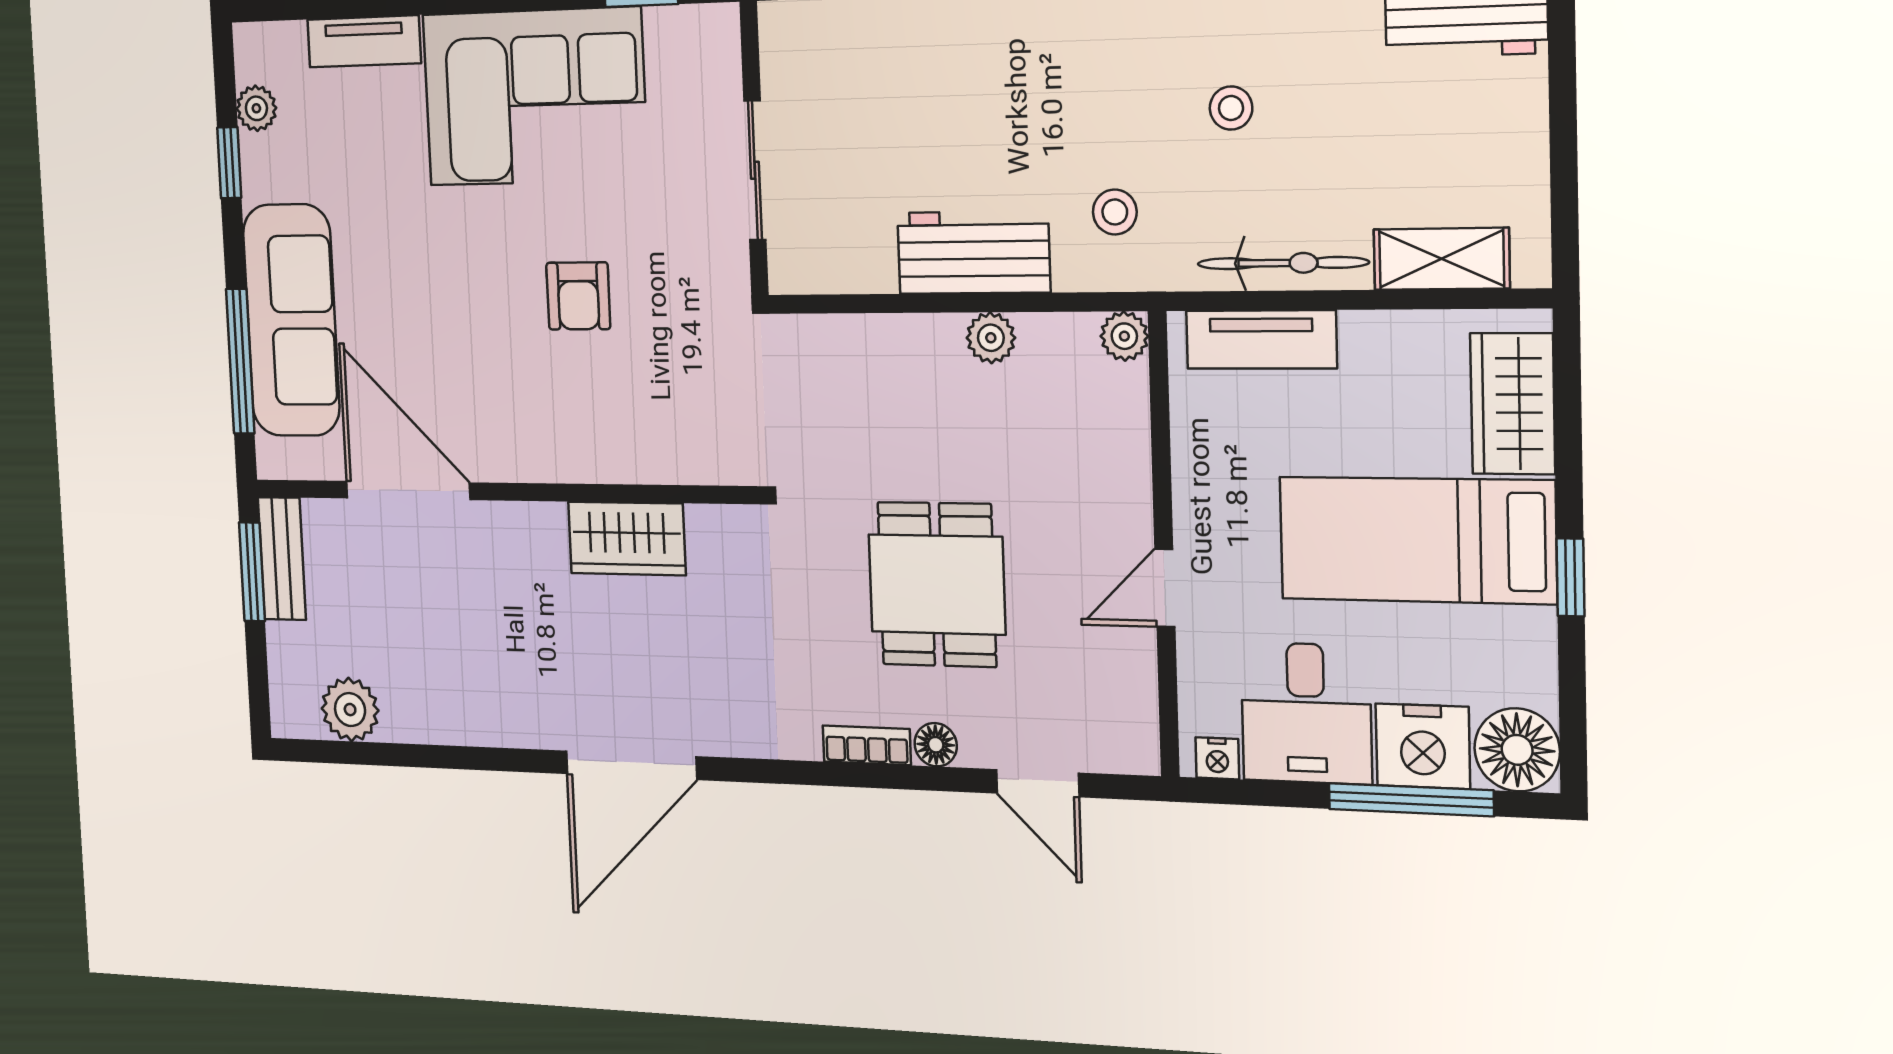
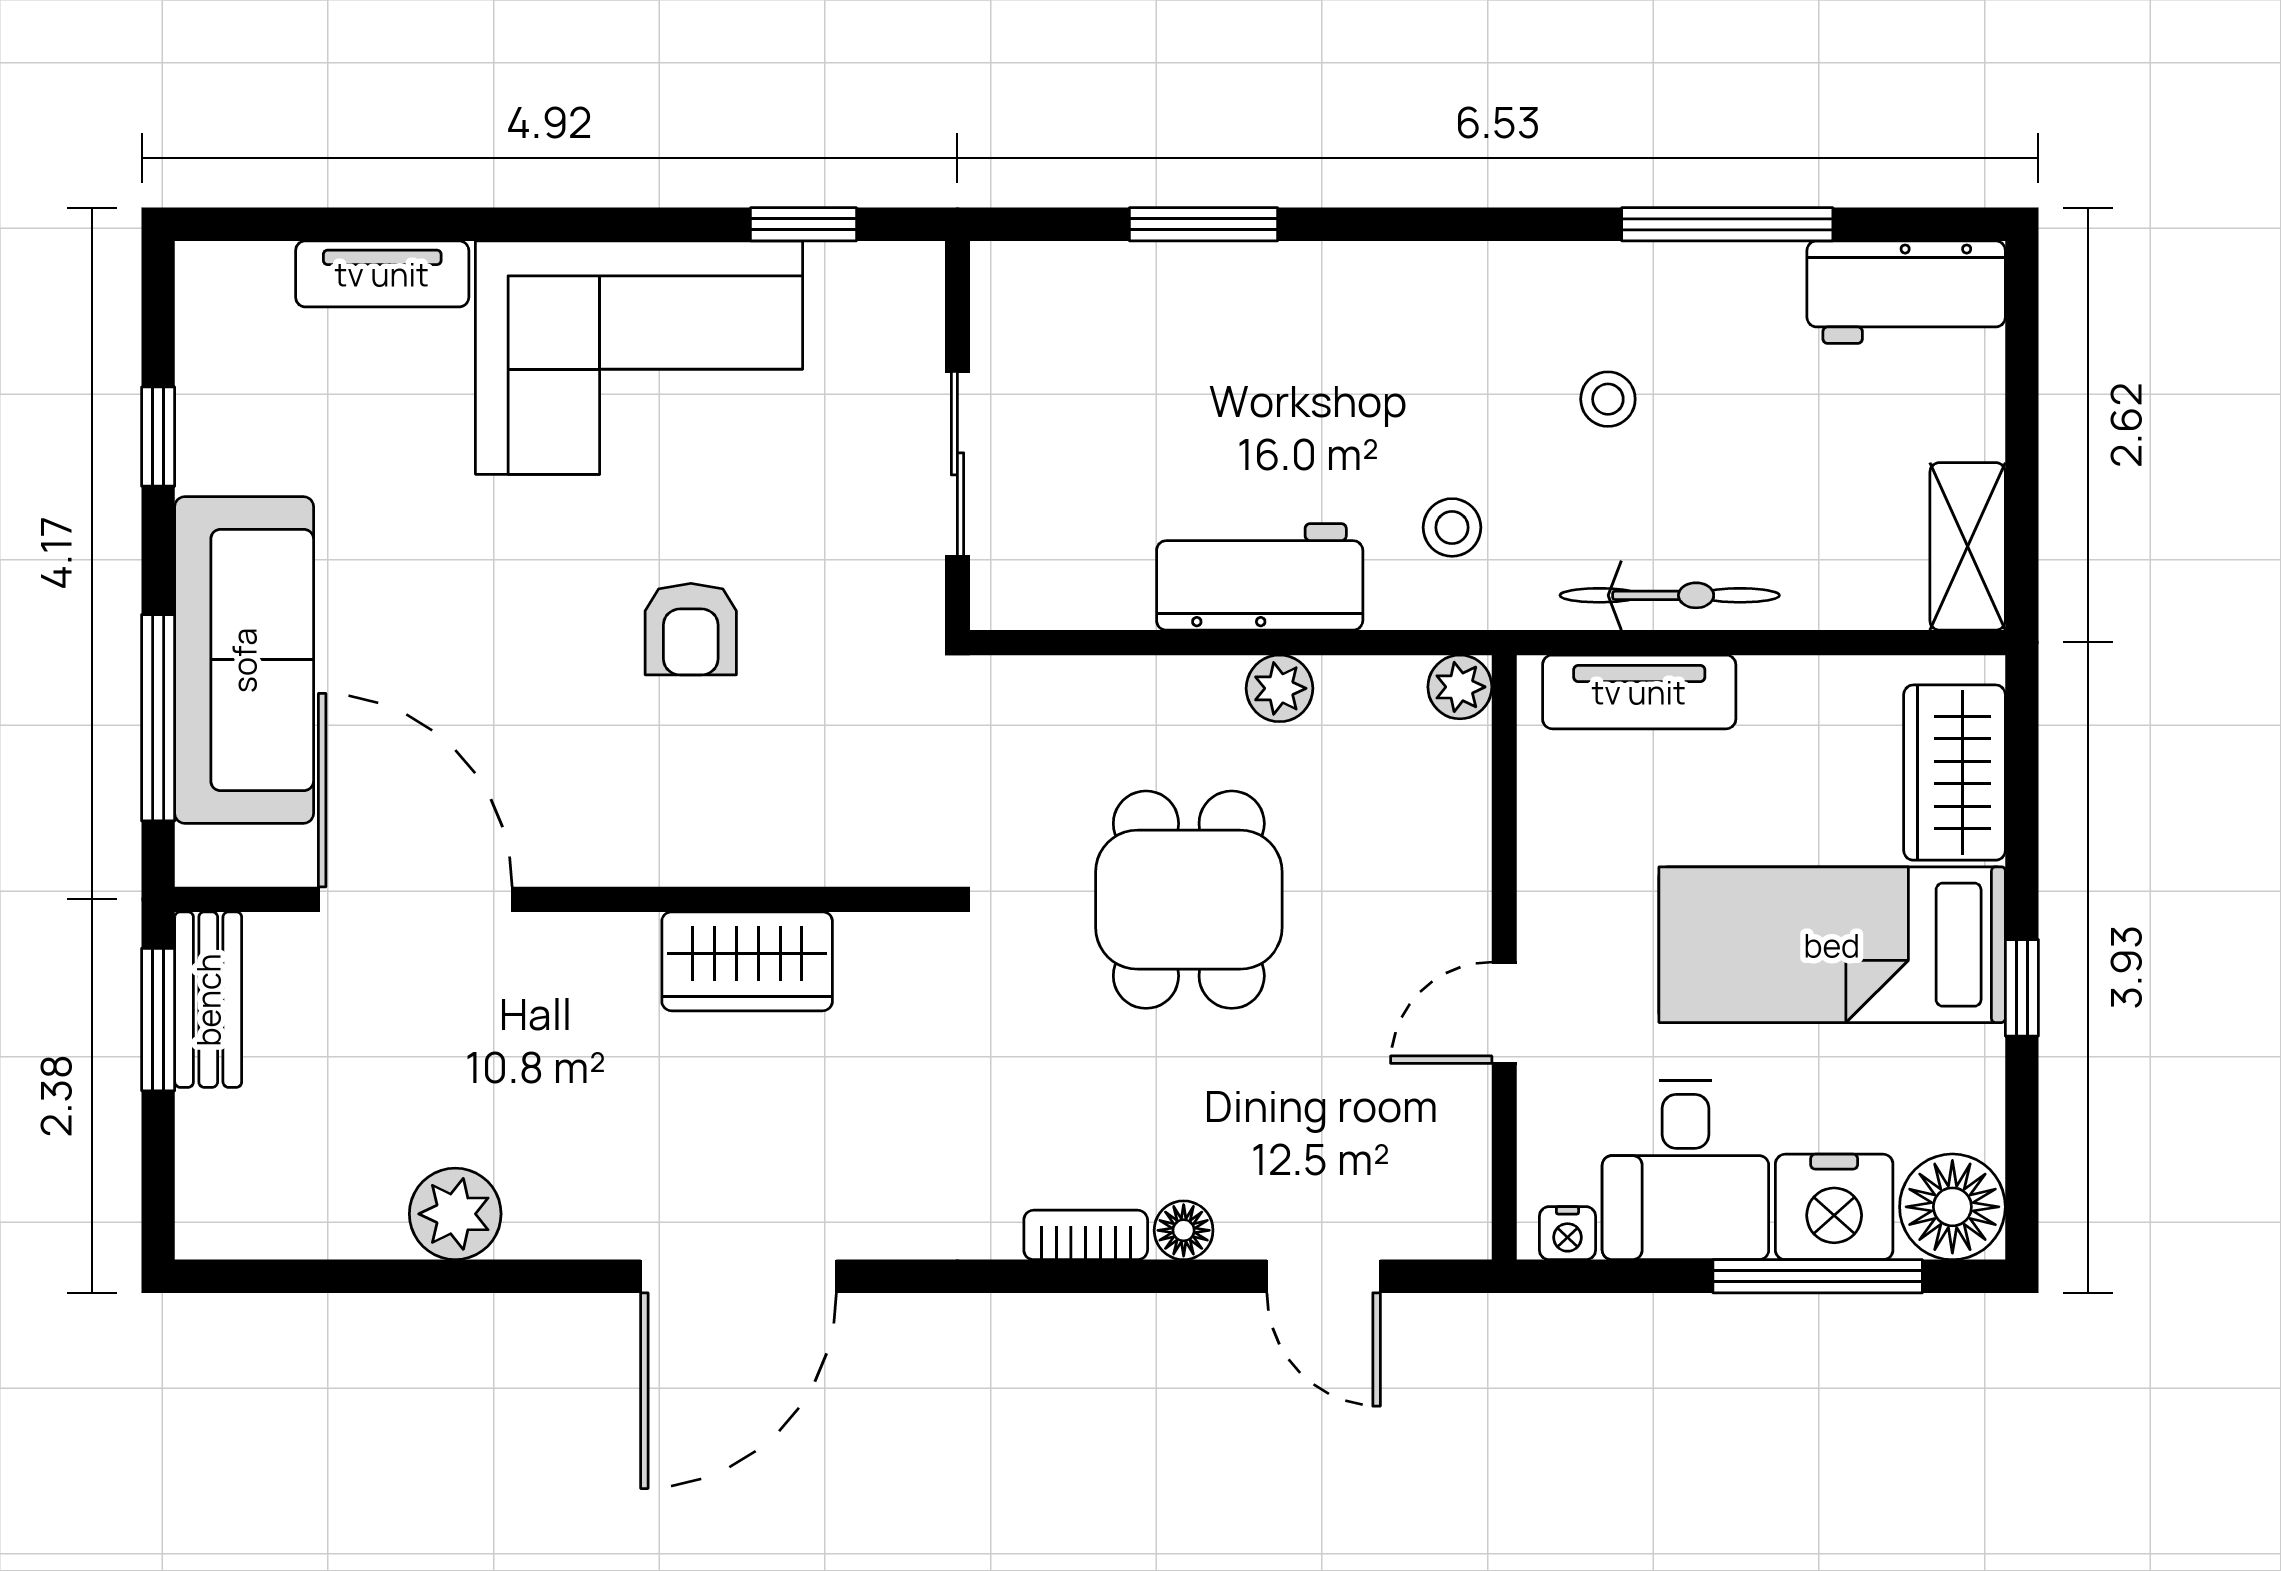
plant: (256, 108) -> (207, 361), removed
shelving: (1441, 259) -> (1968, 546), moved, turned 90
dining table: (937, 584) -> (1189, 900), moved
plant: (350, 710) -> (455, 1214), moved

